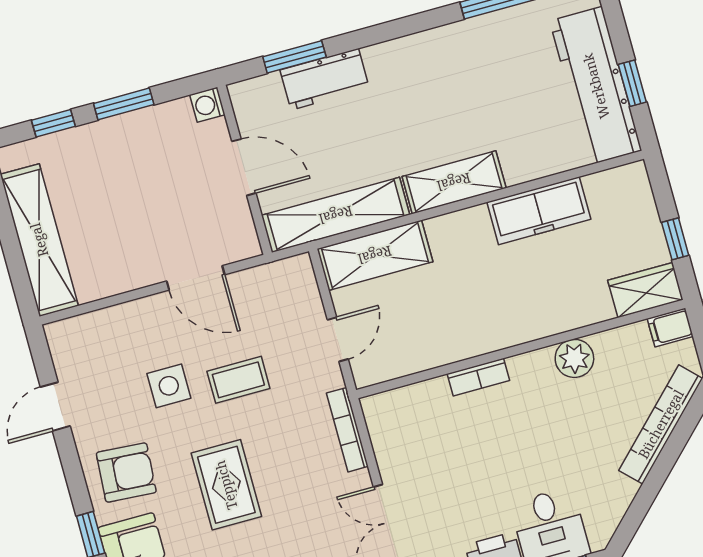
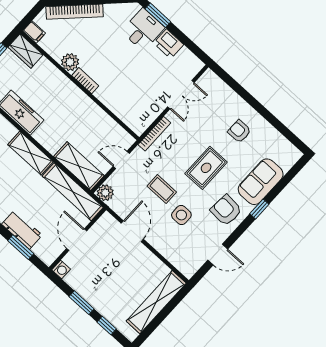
plant: (297, 273) -> (105, 193), added
bookcase: (478, 377) -> (85, 81), moved

